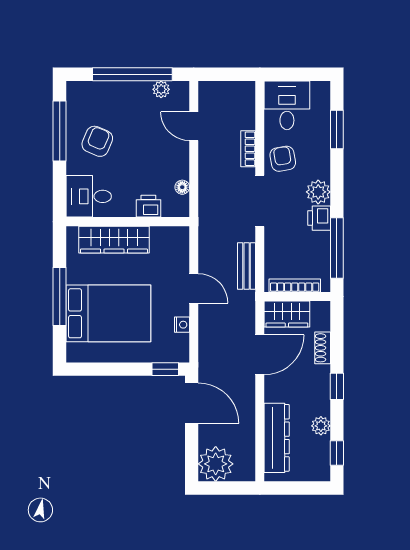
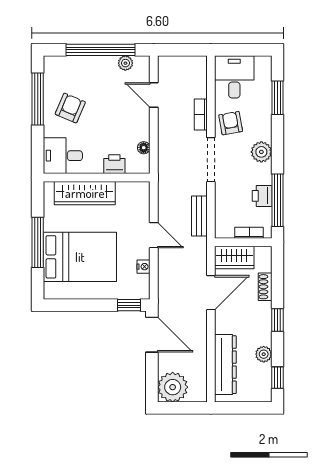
printer: (319, 218) -> (262, 196), moved
bookcase: (295, 286) -> (249, 233), width x0.64

